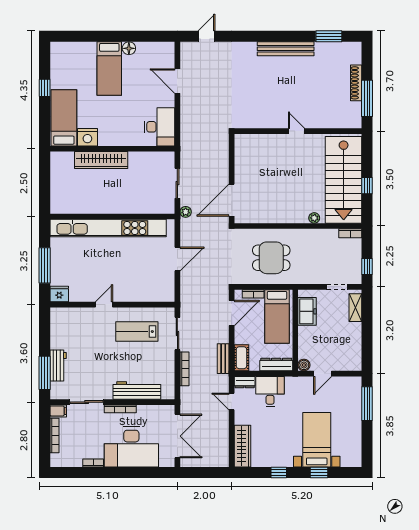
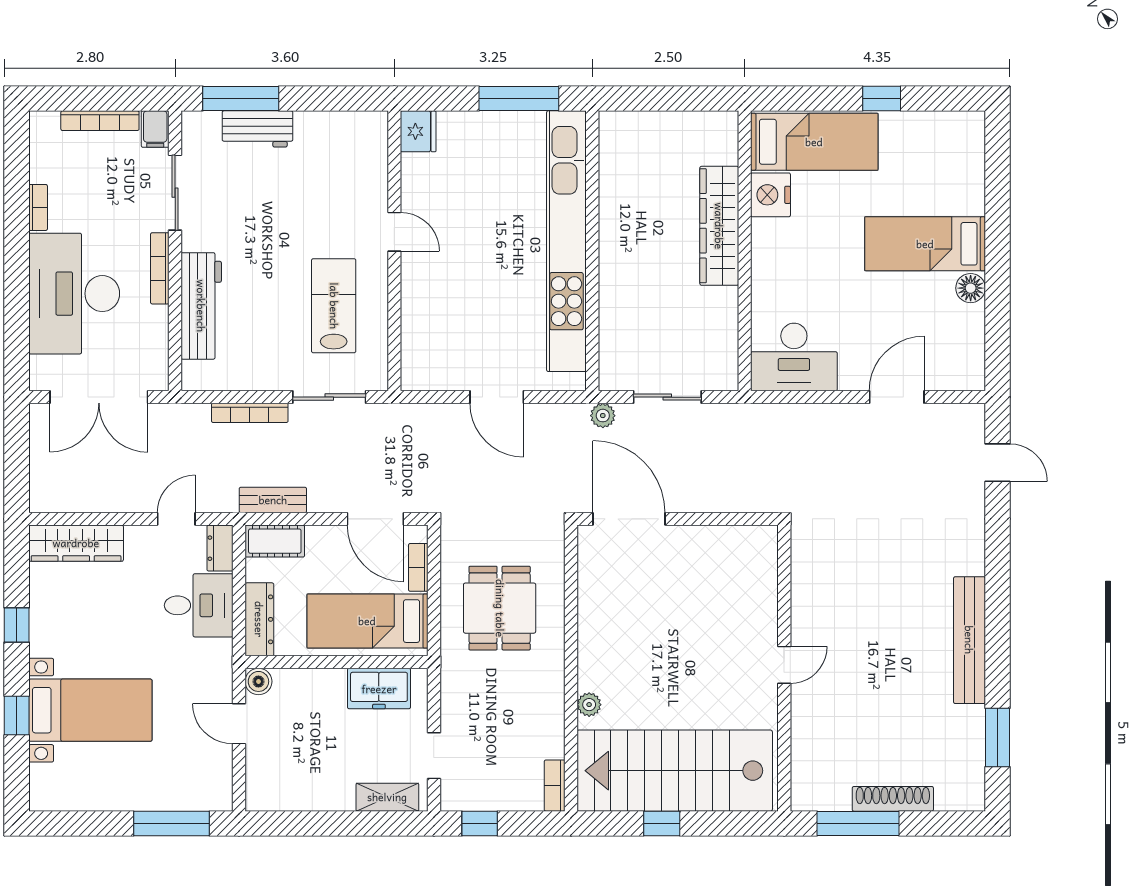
window: (45, 265) -> (519, 99), moved

